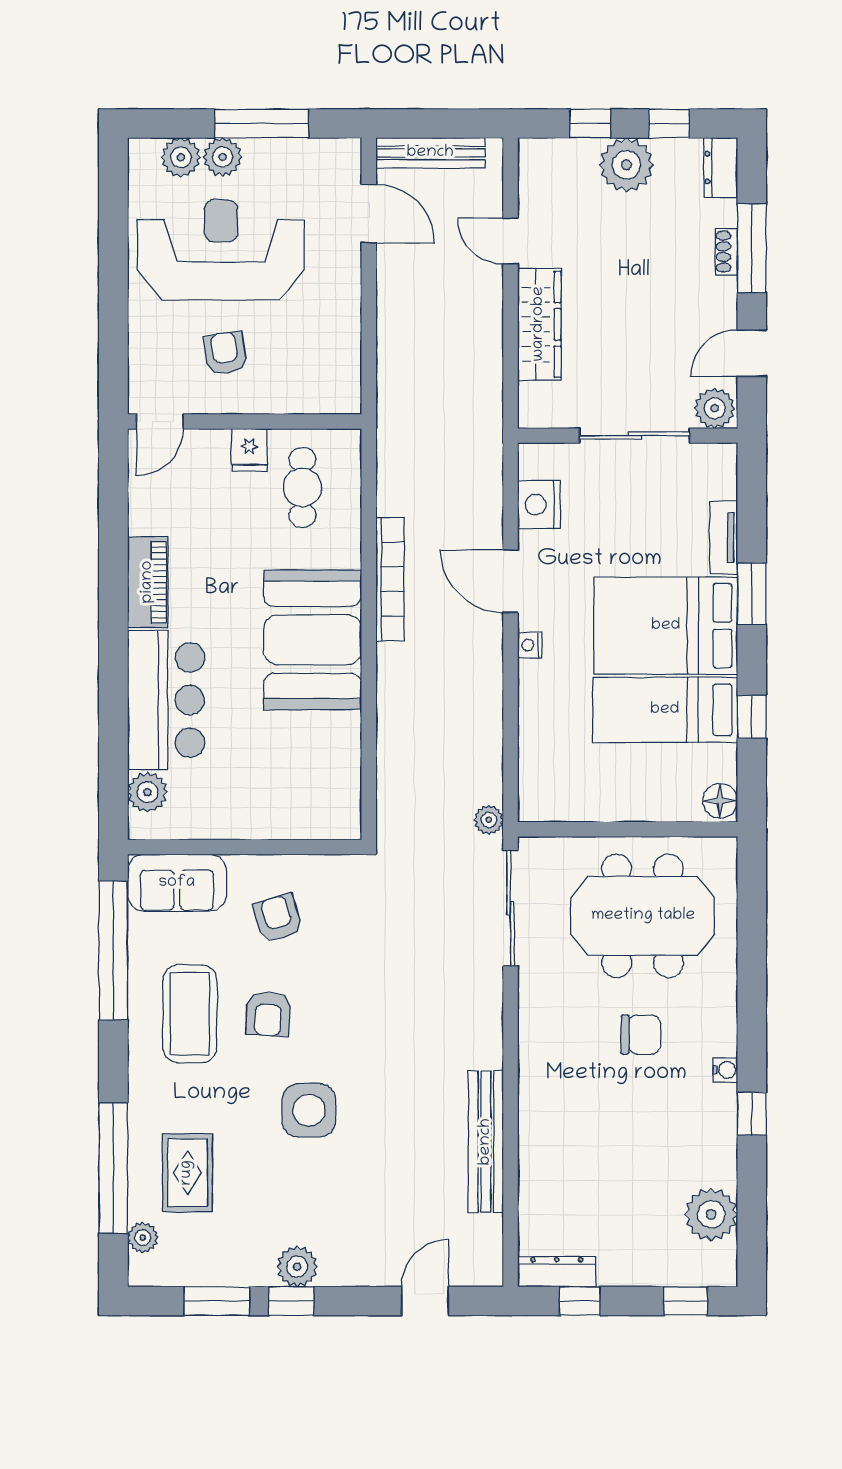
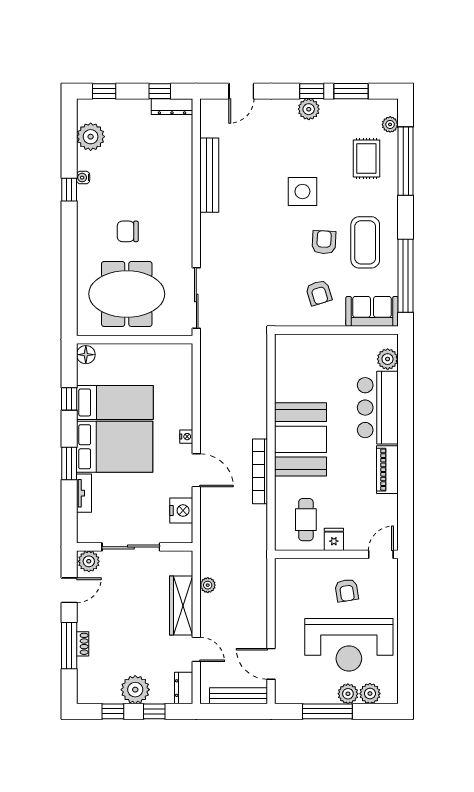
dresser: (721, 168) -> (184, 688), moved, turned 180
plant: (489, 820) -> (208, 585), moved
water cooler: (725, 1070) -> (83, 178), moved

